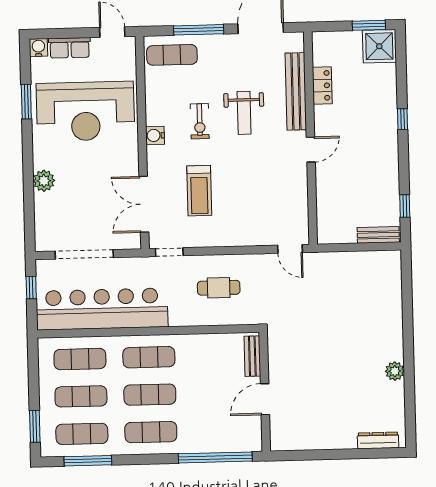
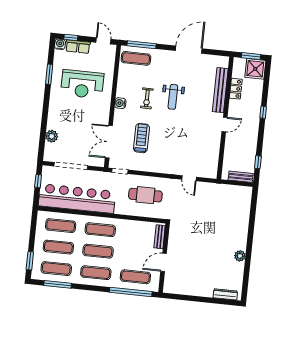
window: (199, 30) -> (142, 45), moved
window: (55, 34) -> (71, 37), added
locker: (322, 85) -> (236, 89), moved
bench: (296, 91) -> (220, 90), moved
reception desk: (85, 111) -> (82, 84), width x0.74, depth x0.77
wall: (310, 138) -> (225, 118), moved
door: (311, 150) -> (224, 124), moved
plant: (44, 181) -> (52, 136), moved
treadmill: (199, 191) -> (141, 138), turned 180
cafe table: (219, 288) -> (145, 195), width x1.37, depth x1.35
exercise mat: (220, 430) -> (135, 277), added

